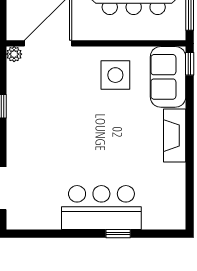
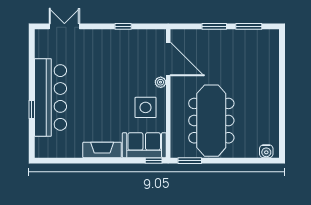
plant: (14, 54) -> (161, 82), moved
bar counter: (101, 208) -> (51, 97), width x1.36

